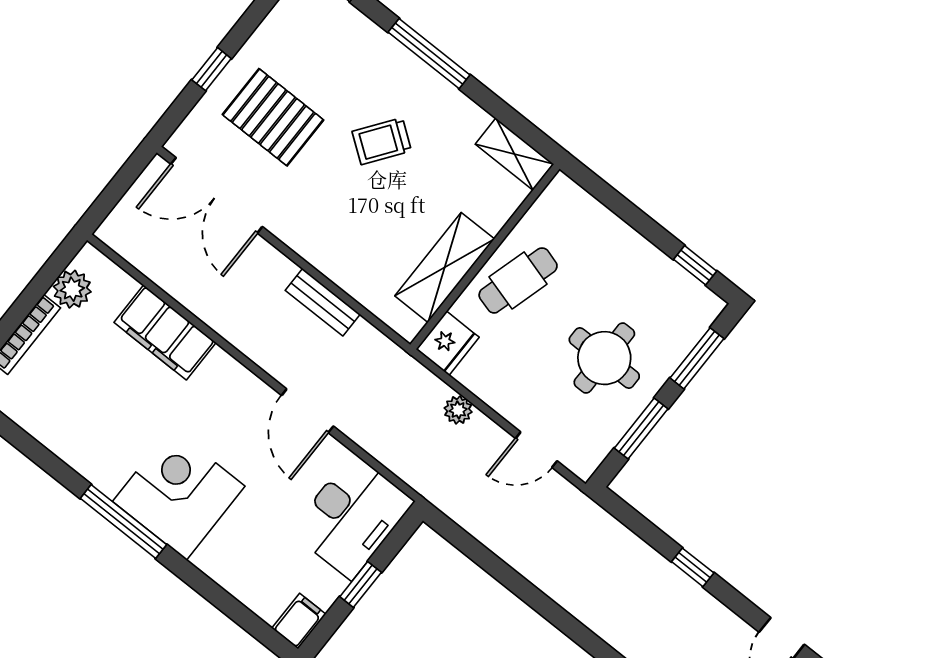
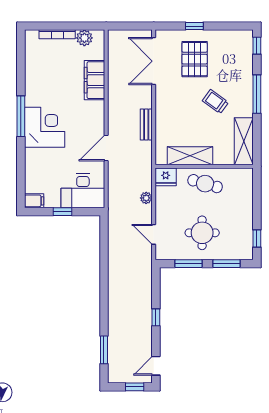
shelving: (515, 154) -> (244, 141), width x1.50, depth x1.33

